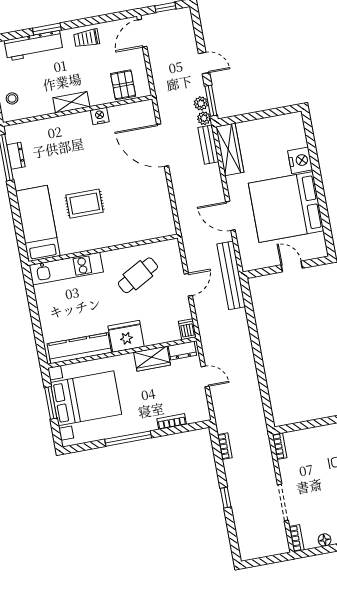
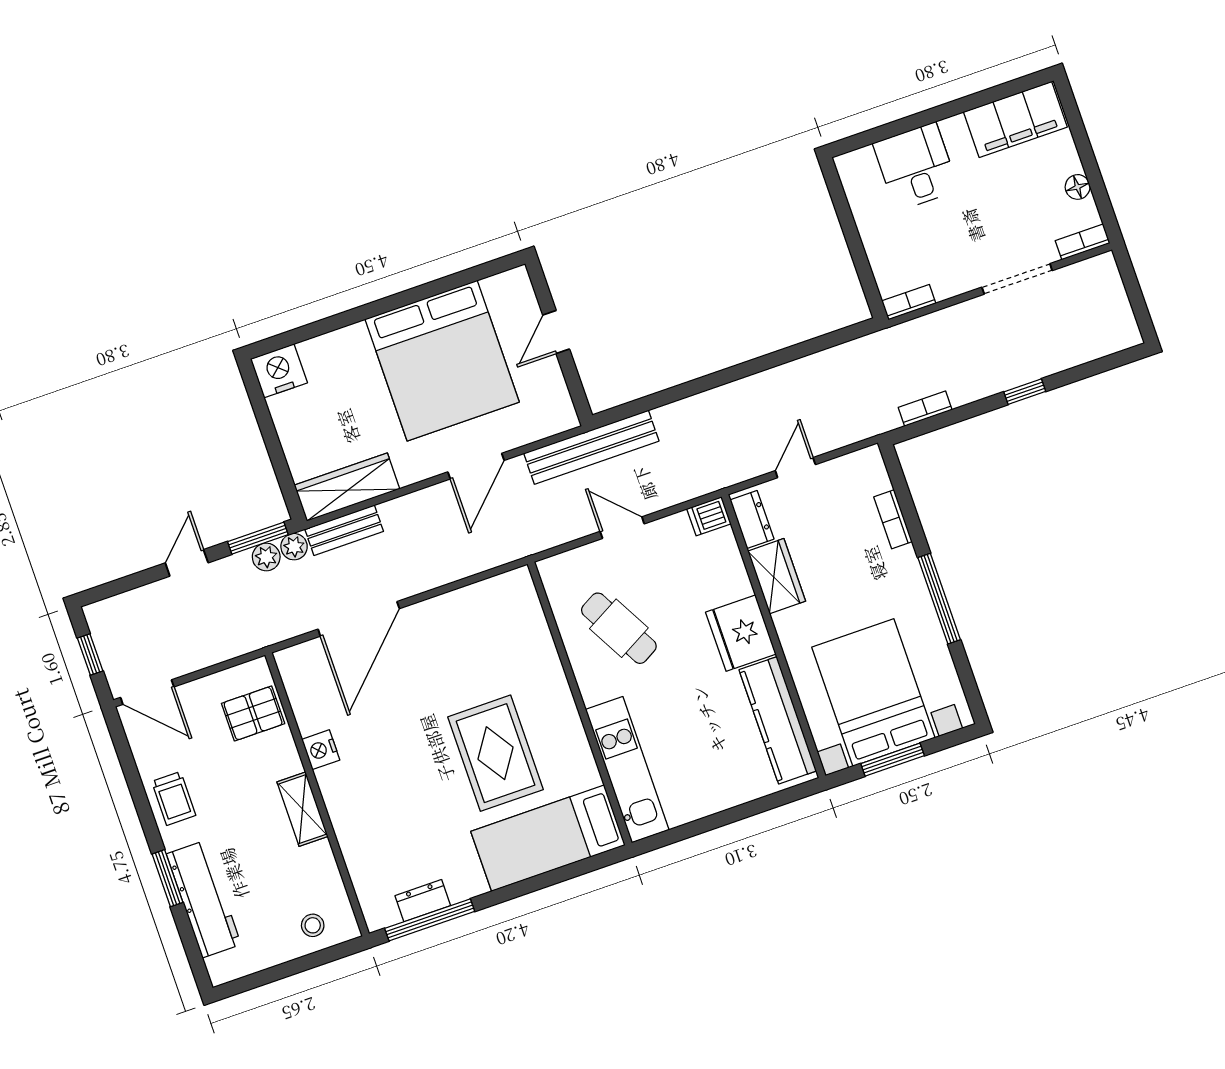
nightstand: (300, 160) -> (279, 371), moved
rug: (85, 204) -> (496, 753), width x1.36, depth x1.43

